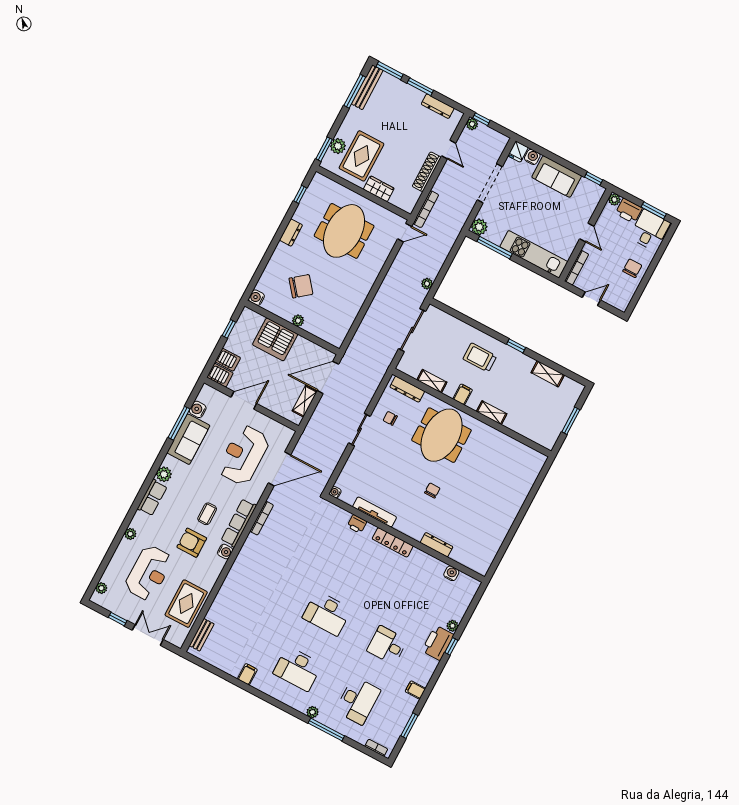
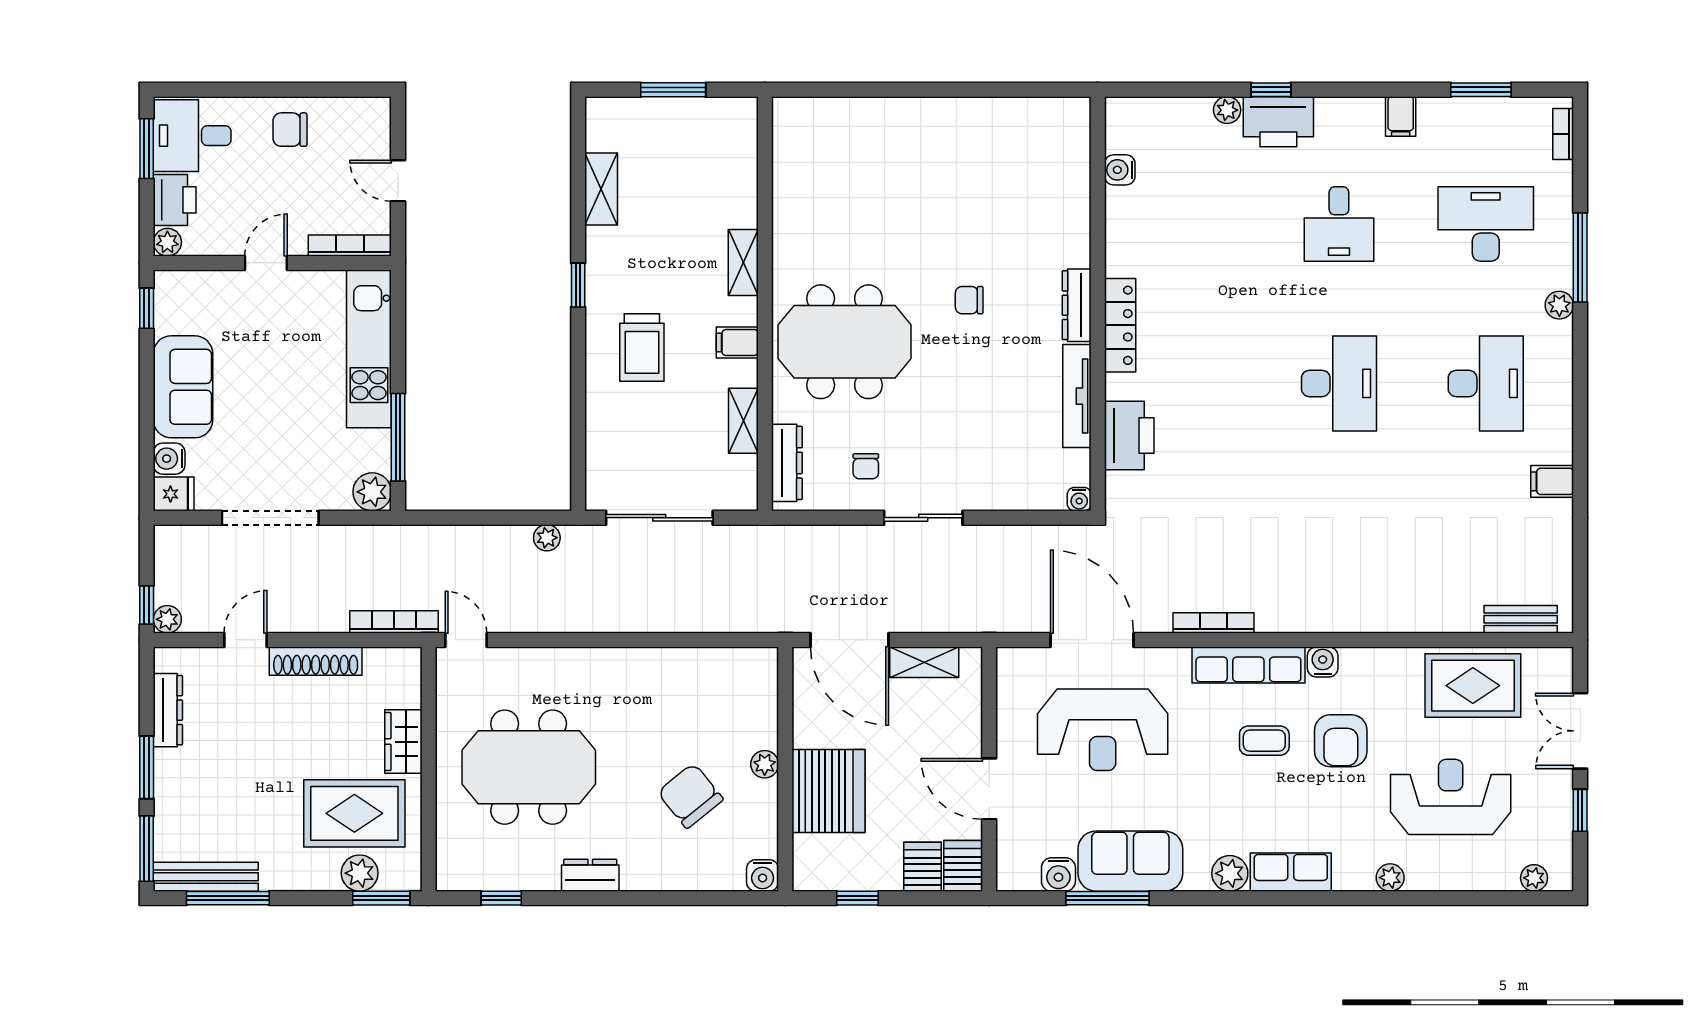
printer: (357, 524) -> (1129, 436), width x1.87, depth x1.48
dresser: (437, 545) -> (1077, 305), moved

